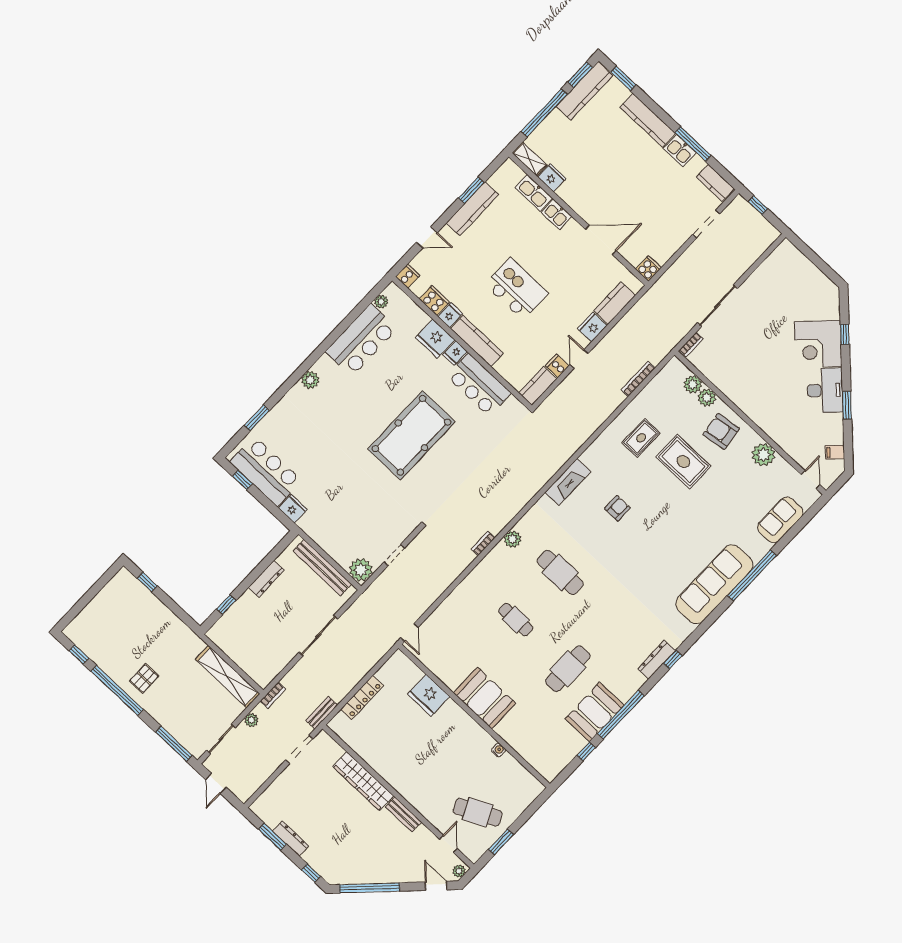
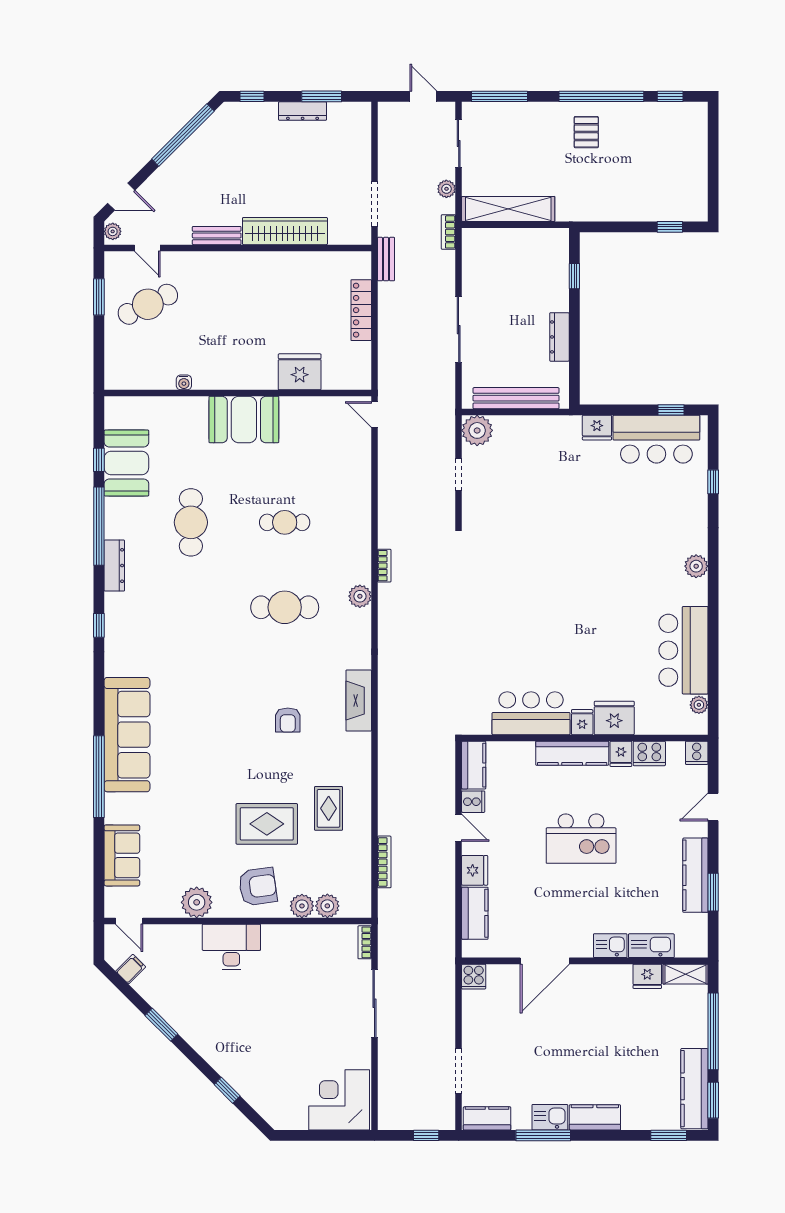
kitchen counter: (648, 120) -> (595, 1117), width x0.67
corner desk: (818, 344) -> (339, 1100), moved, turned -45
desk: (825, 390) -> (231, 947), moved, turned 135
window: (257, 418) -> (713, 482), width x0.67
pool table: (411, 435) -> (550, 604), removed
dresser: (657, 660) -> (114, 566), moved
booth: (595, 712) -> (126, 463), moved

